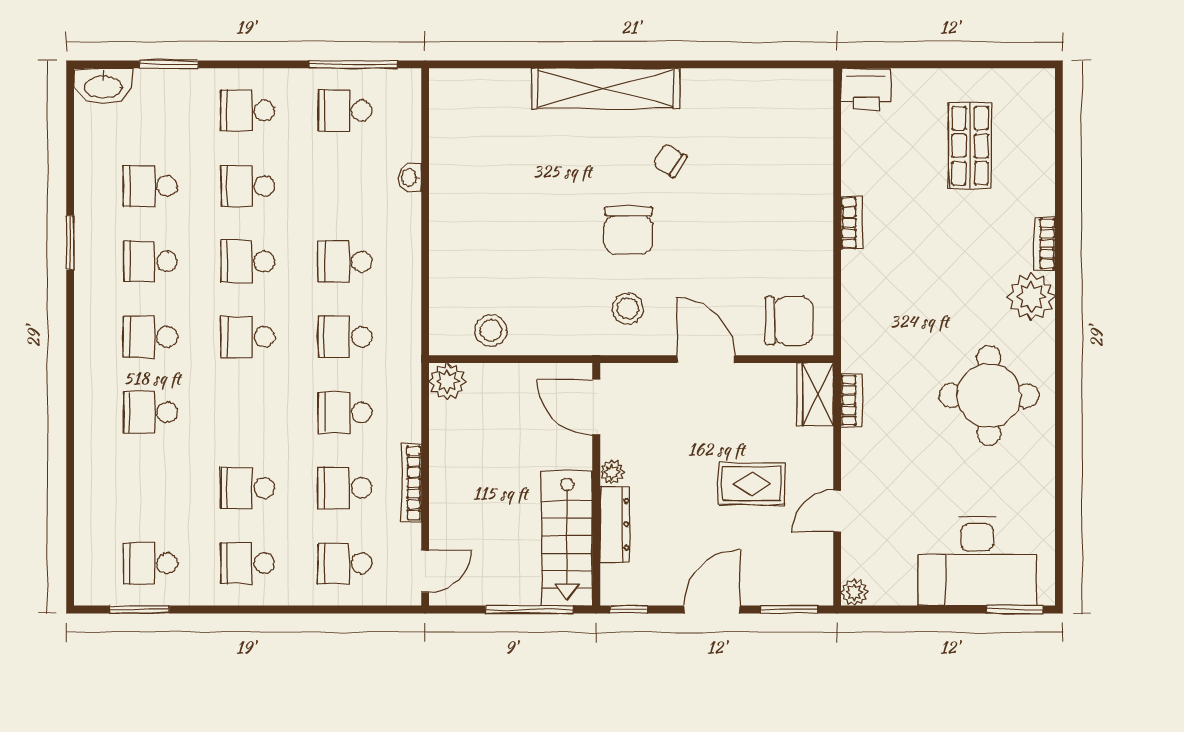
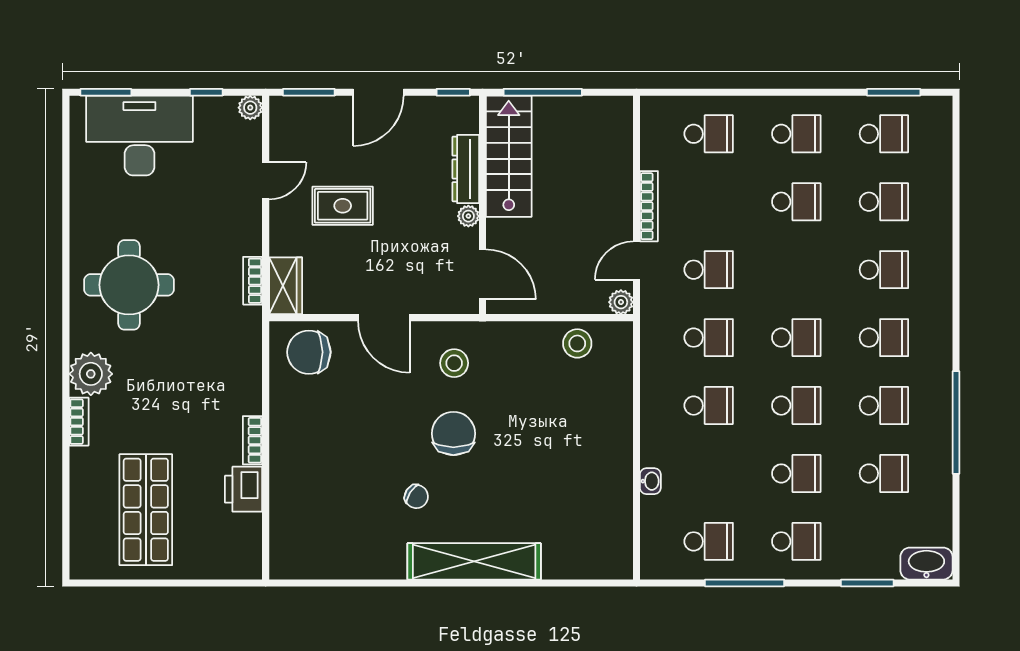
window: (353, 64) -> (745, 583), moved
printer: (866, 89) -> (244, 489), moved, turned -90
shop shelf: (970, 146) -> (146, 510), width x1.43, depth x1.36
window: (70, 243) -> (956, 423), width x2.11
plant: (447, 381) -> (621, 302), width x0.73, depth x0.73
school desk: (345, 488) -> (884, 202), moved
door: (425, 571) -> (636, 261), moved
window: (903, 609) -> (206, 92), added

